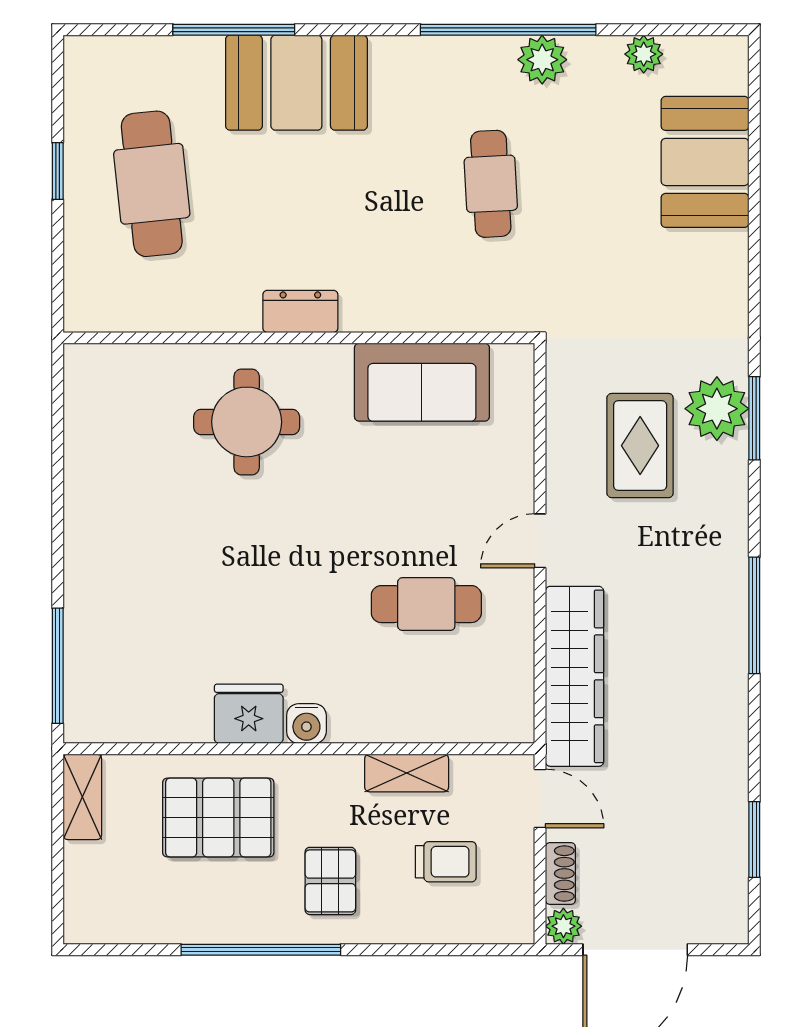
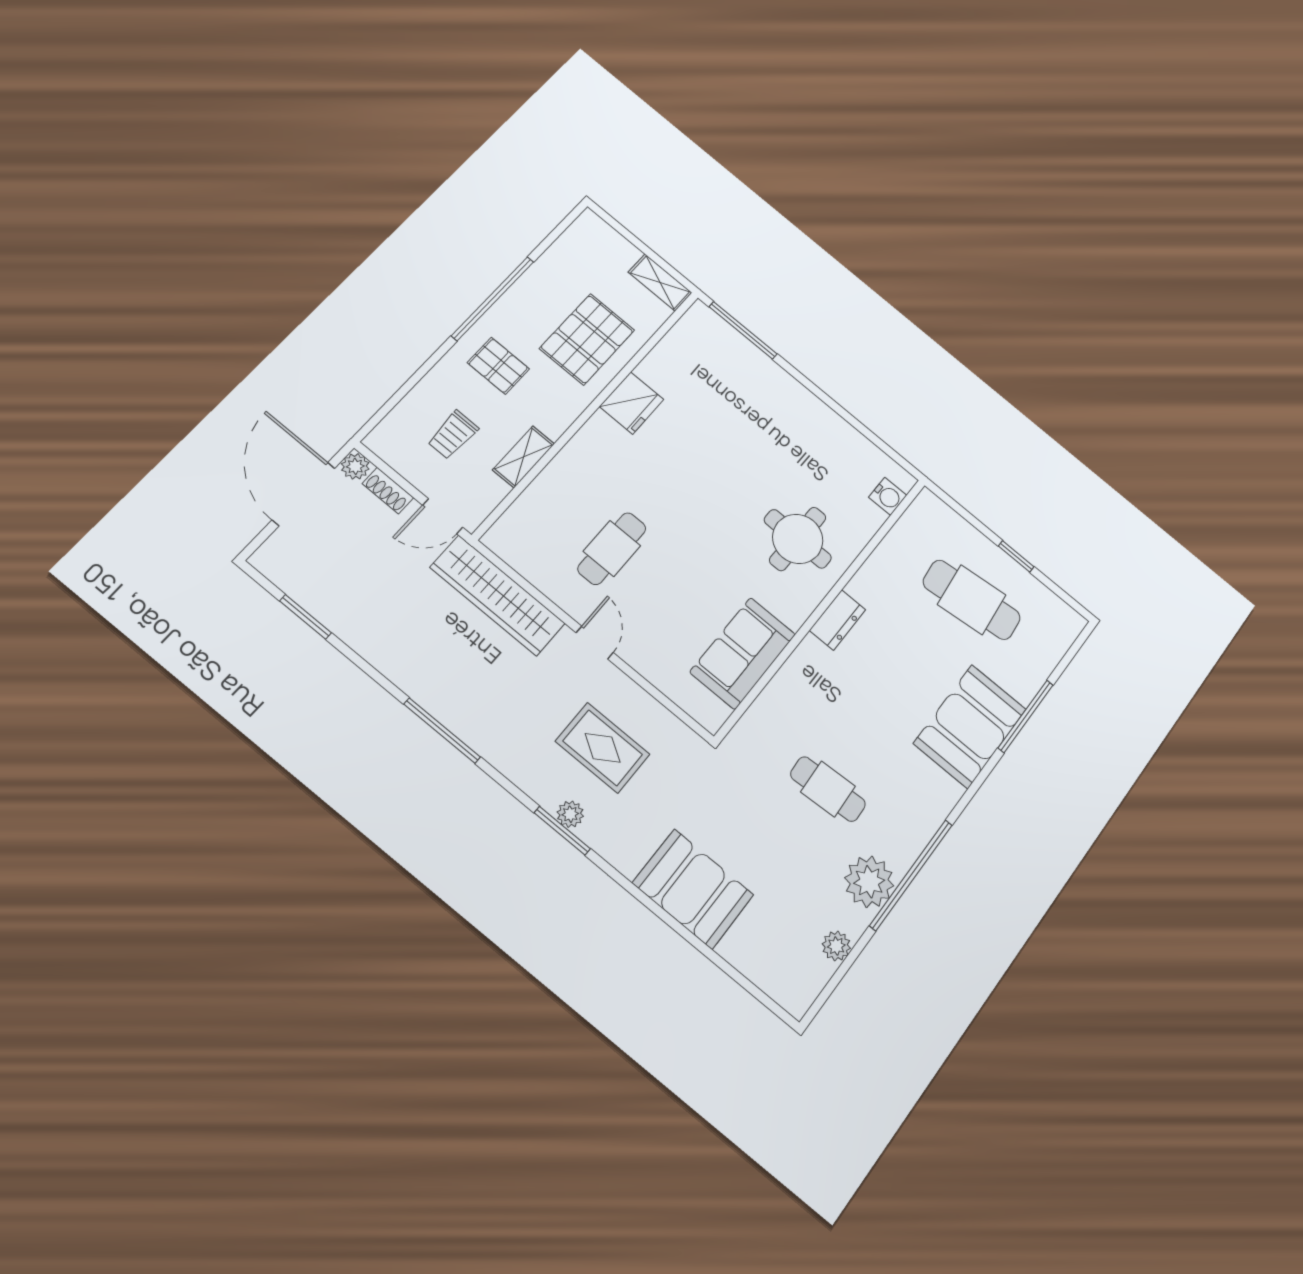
plant: (542, 60) -> (869, 882), width x1.36, depth x1.36
booth: (705, 162) -> (693, 889), moved
plant: (717, 409) -> (570, 814), width x0.53, depth x0.53
water cooler: (306, 724) -> (888, 496), moved, turned 180

